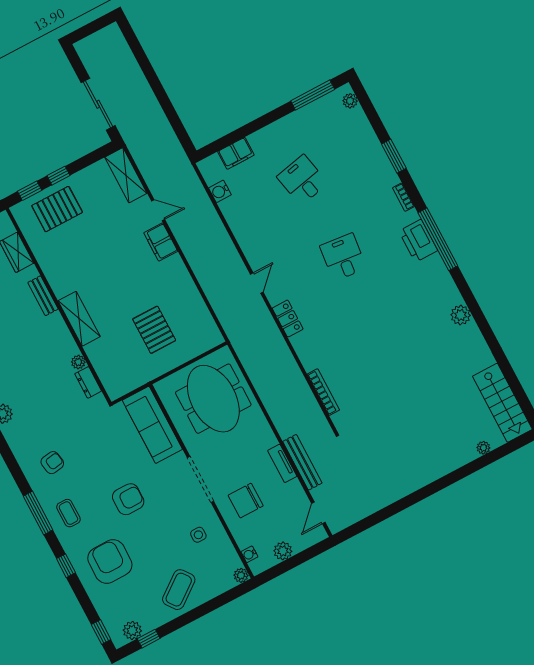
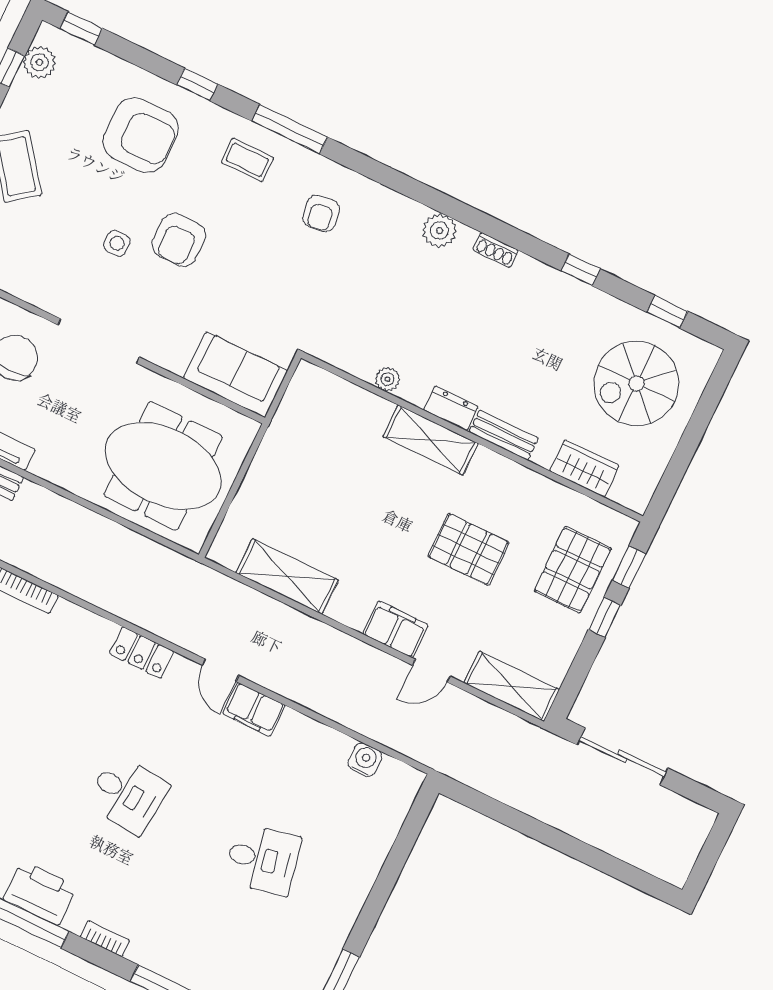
filing cabinet: (236, 153) -> (254, 709), moved, turned -90
shelving: (193, 304) -> (287, 576), added
pallet: (154, 330) -> (468, 549), moved
dresser: (88, 382) -> (451, 408), moved
sofa: (152, 425) -> (236, 375), width x0.73
side table: (198, 535) -> (117, 243), moved

